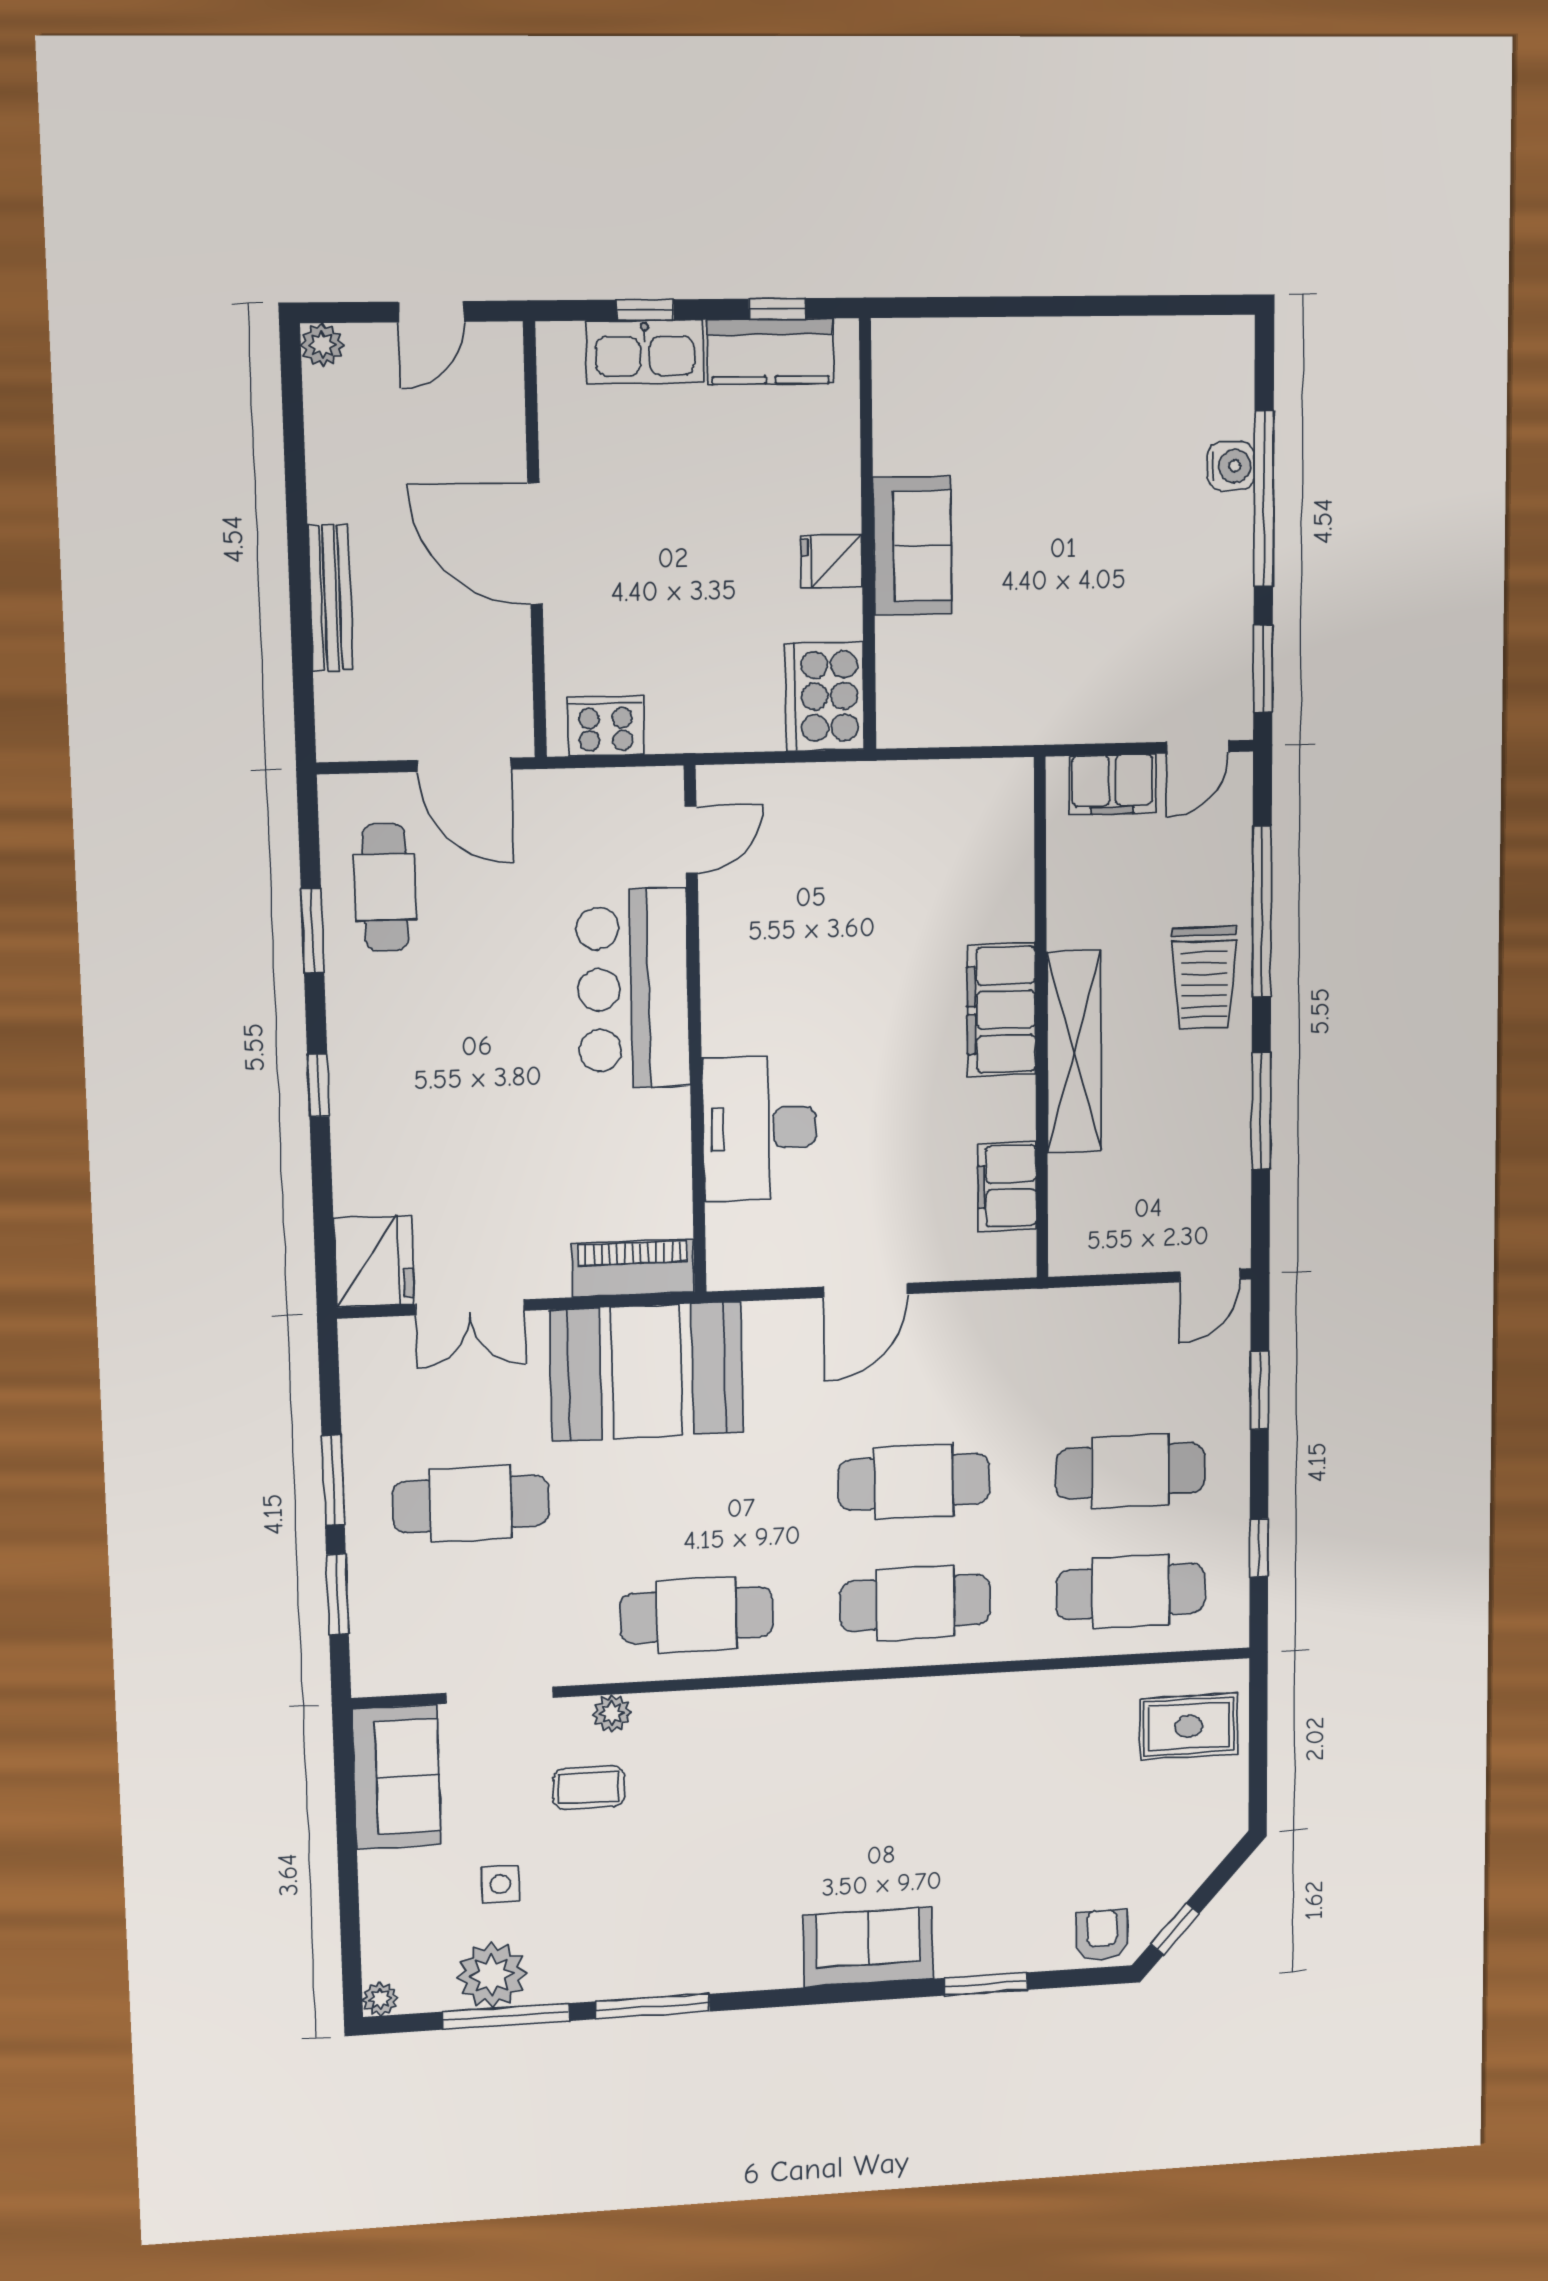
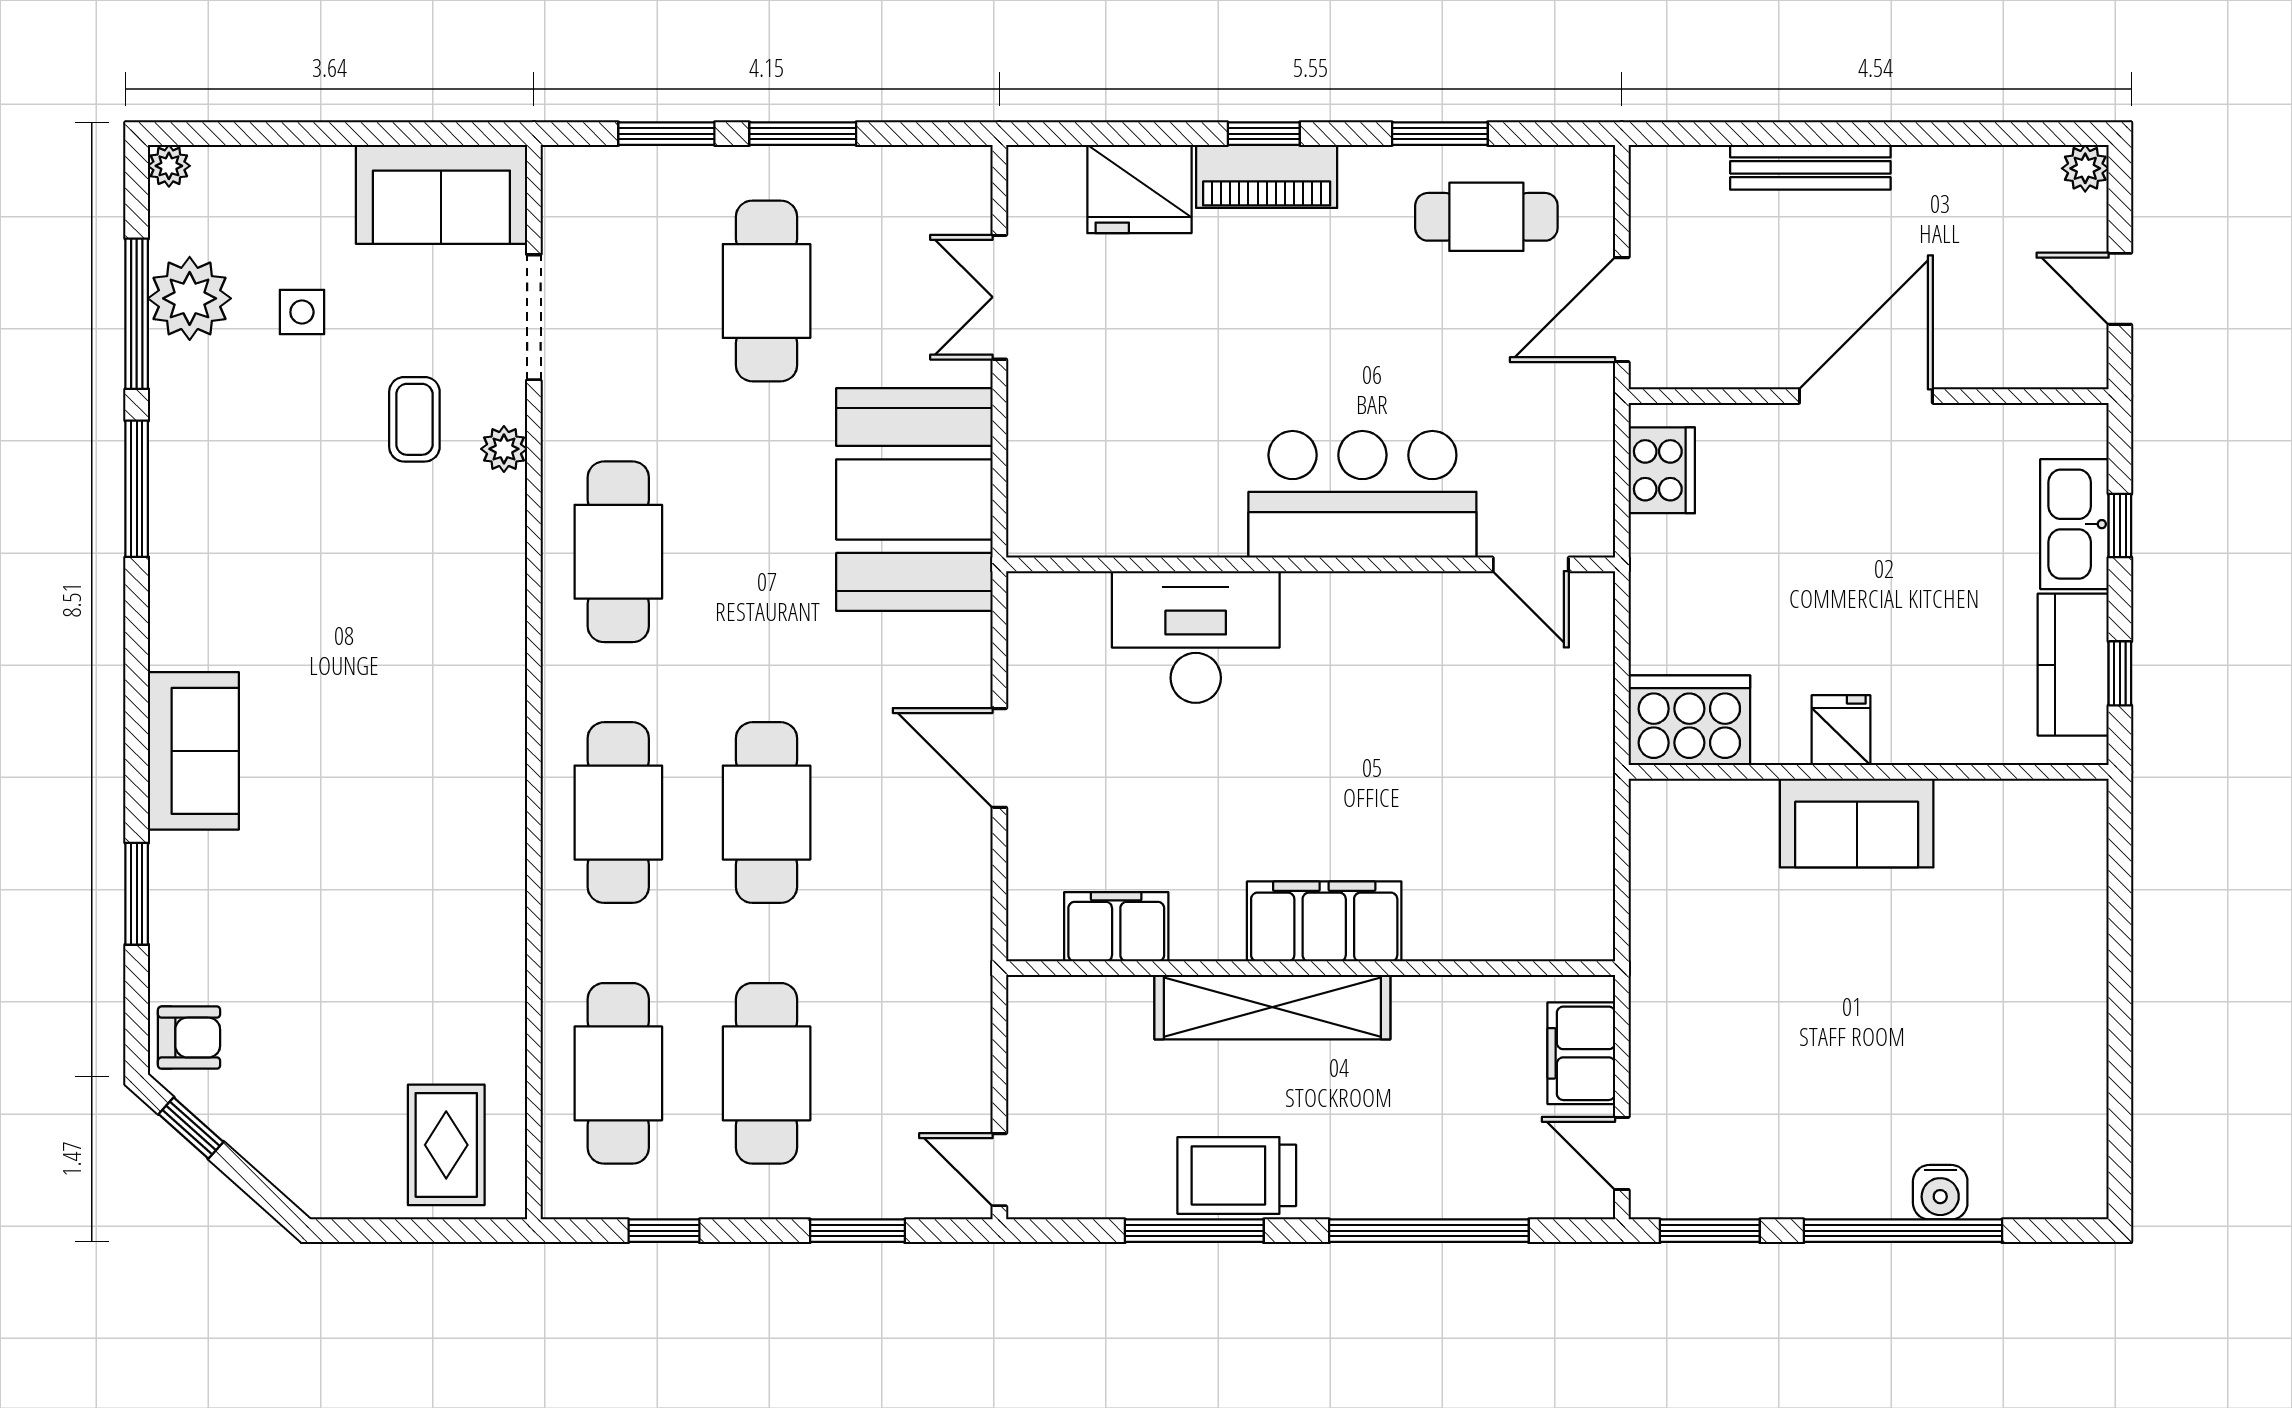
trolley: (1204, 978) -> (1237, 1175), moved
fridge: (374, 1261) -> (1139, 189), moved
piano: (633, 1268) -> (1267, 176), moved, turned 90

